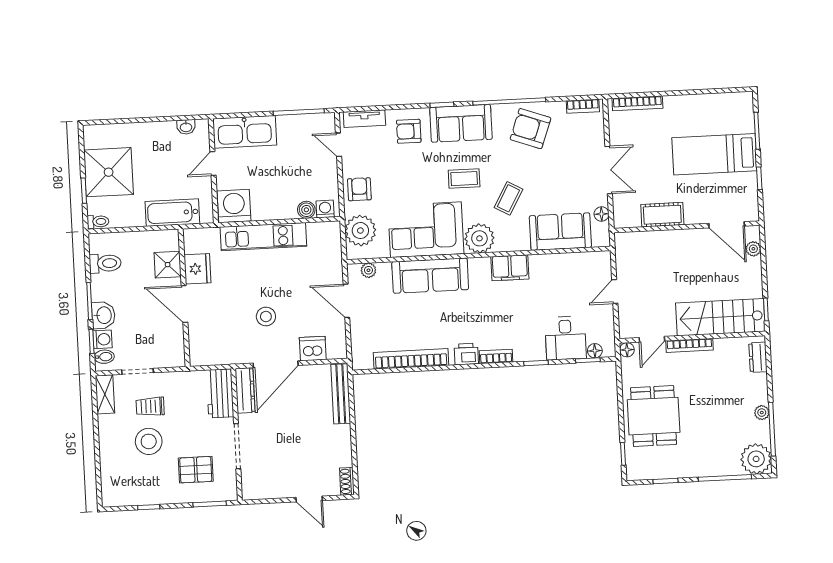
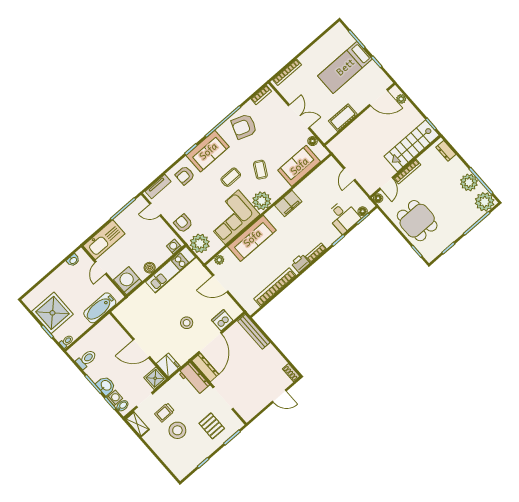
boiler: (306, 210) -> (150, 268), moved
kitchen unit: (263, 237) -> (171, 270), moved
shower: (168, 265) -> (155, 378), moved
fridge: (197, 269) -> (168, 365), moved
plant: (762, 413) -> (469, 182), width x1.88, depth x1.88
pallet: (196, 470) -> (212, 426), turned 90

